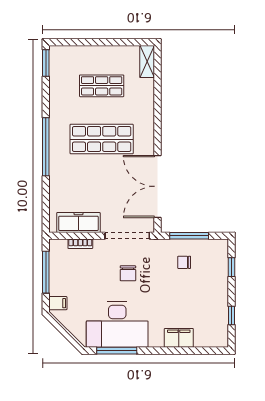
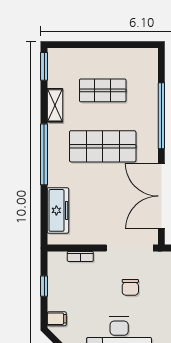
shelving: (147, 61) -> (55, 105), moved
window: (157, 110) -> (161, 116), added
freezer: (78, 223) -> (58, 210), moved, turned 90
window: (46, 272) -> (44, 286), width x0.46

